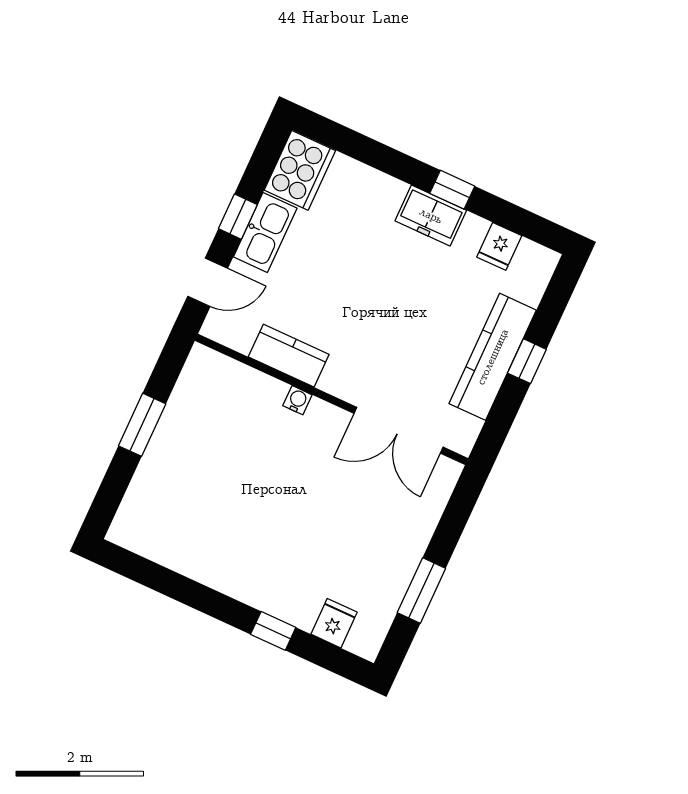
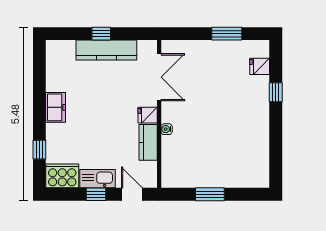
window: (452, 190) -> (39, 150), moved
fridge: (499, 246) -> (148, 115), moved, turned 180

